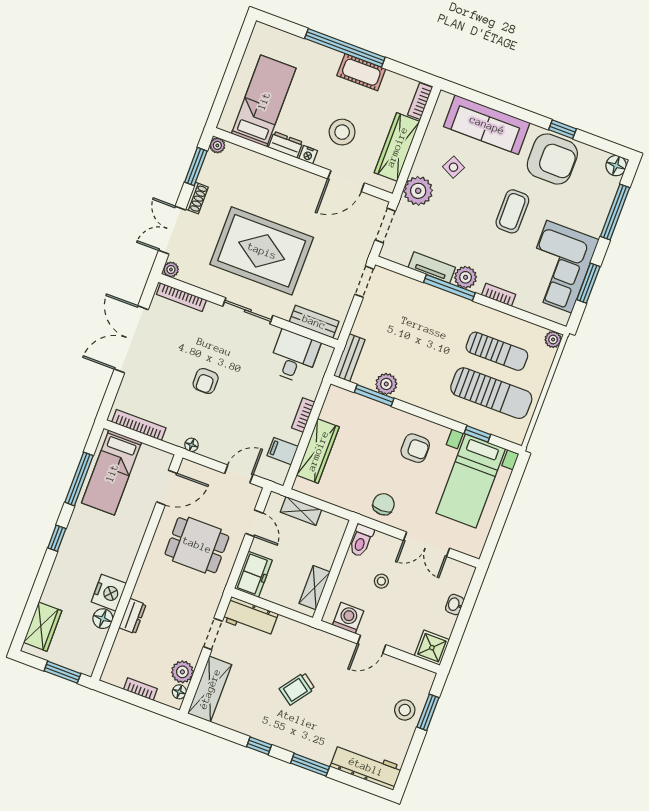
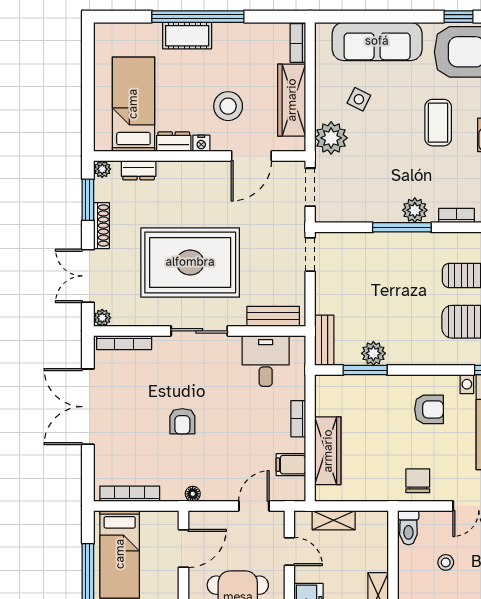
cot: (361, 72) -> (187, 36), moved
dresser: (247, 158) -> (139, 170), added
shoe rack: (197, 198) -> (101, 226), width x1.43
tv unit: (432, 267) -> (375, 213), removed

